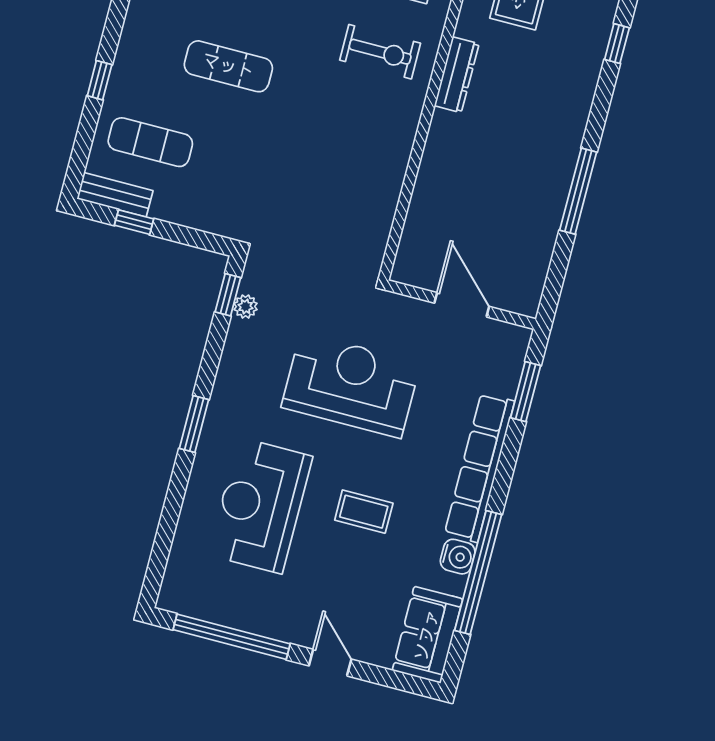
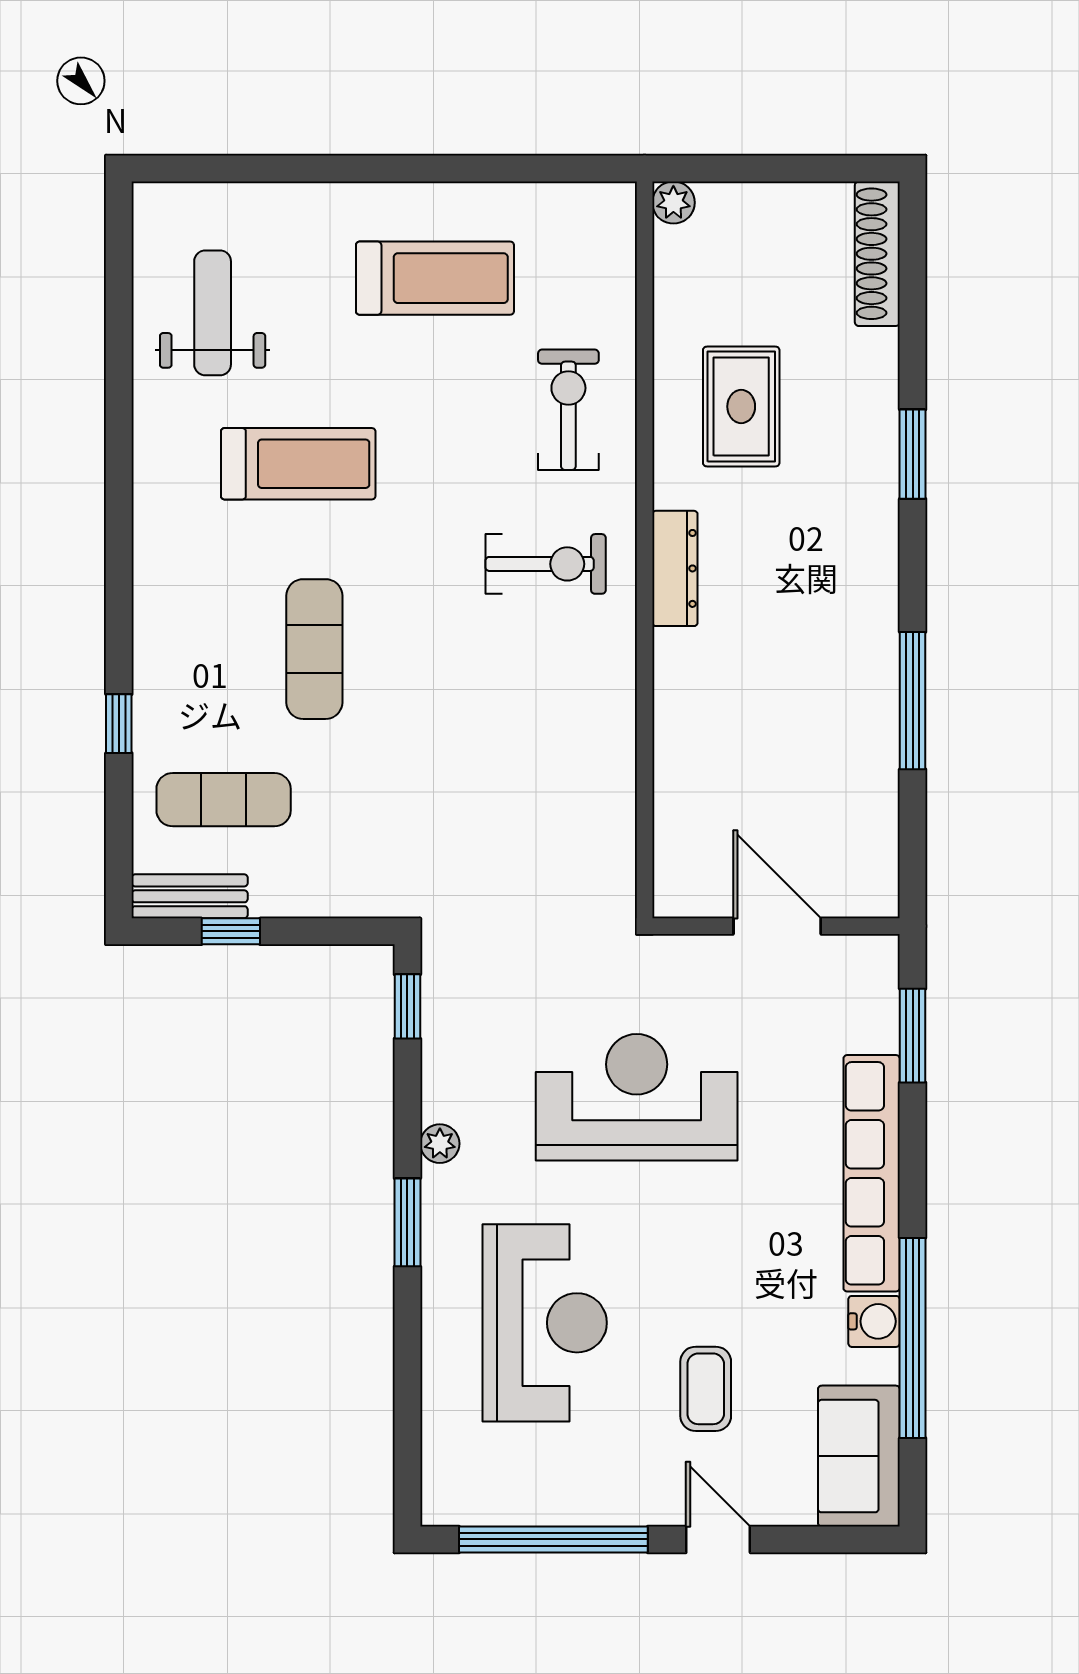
window: (617, 44) -> (913, 454), width x1.50
exercise mat: (228, 66) -> (314, 649), turned 90
plant: (246, 307) -> (440, 1144), moved
reception desk: (260, 506) -> (545, 1323), turned 180
coffee table: (364, 512) -> (706, 1389), moved, turned 90

